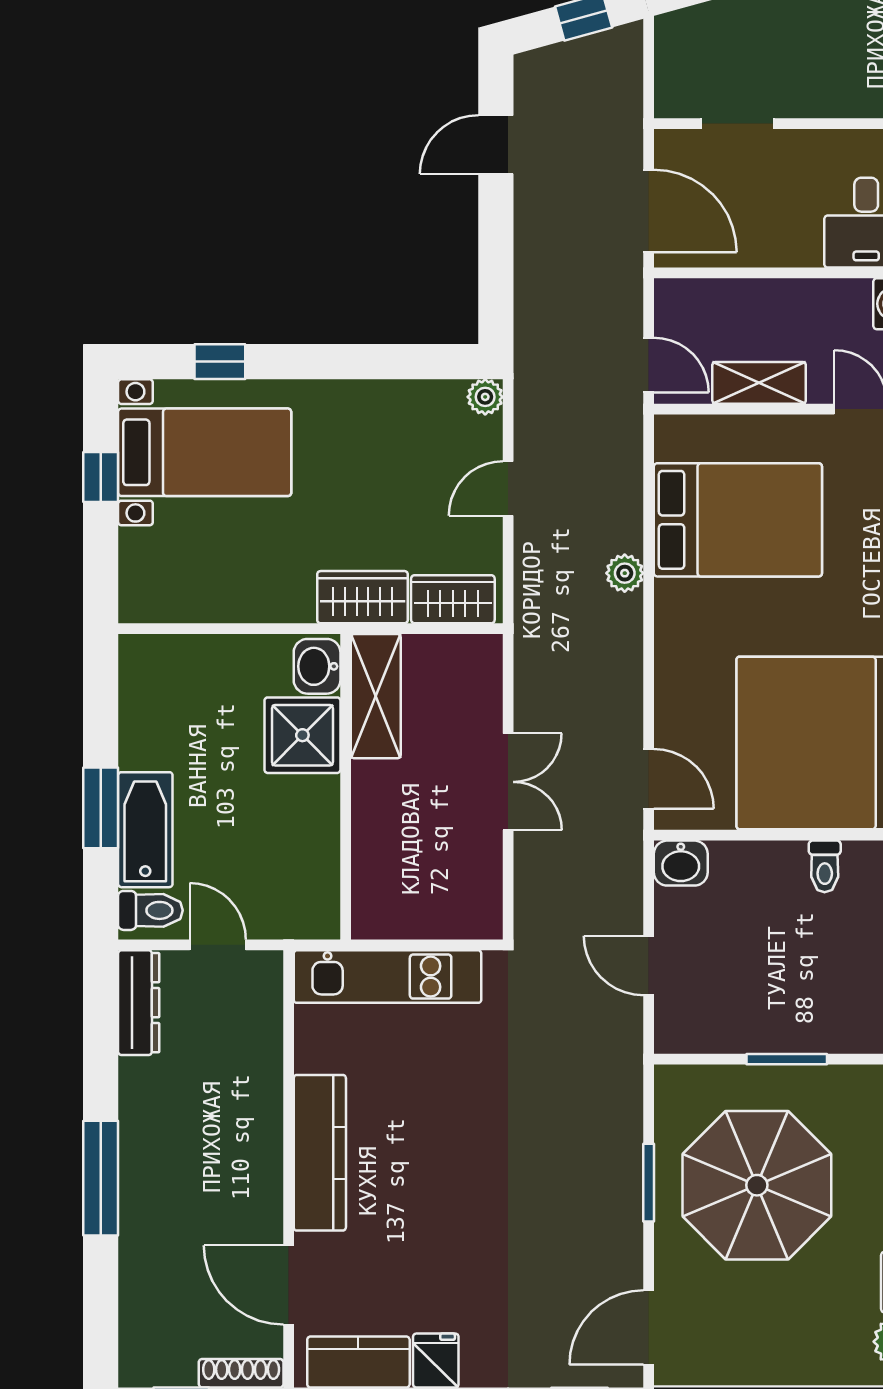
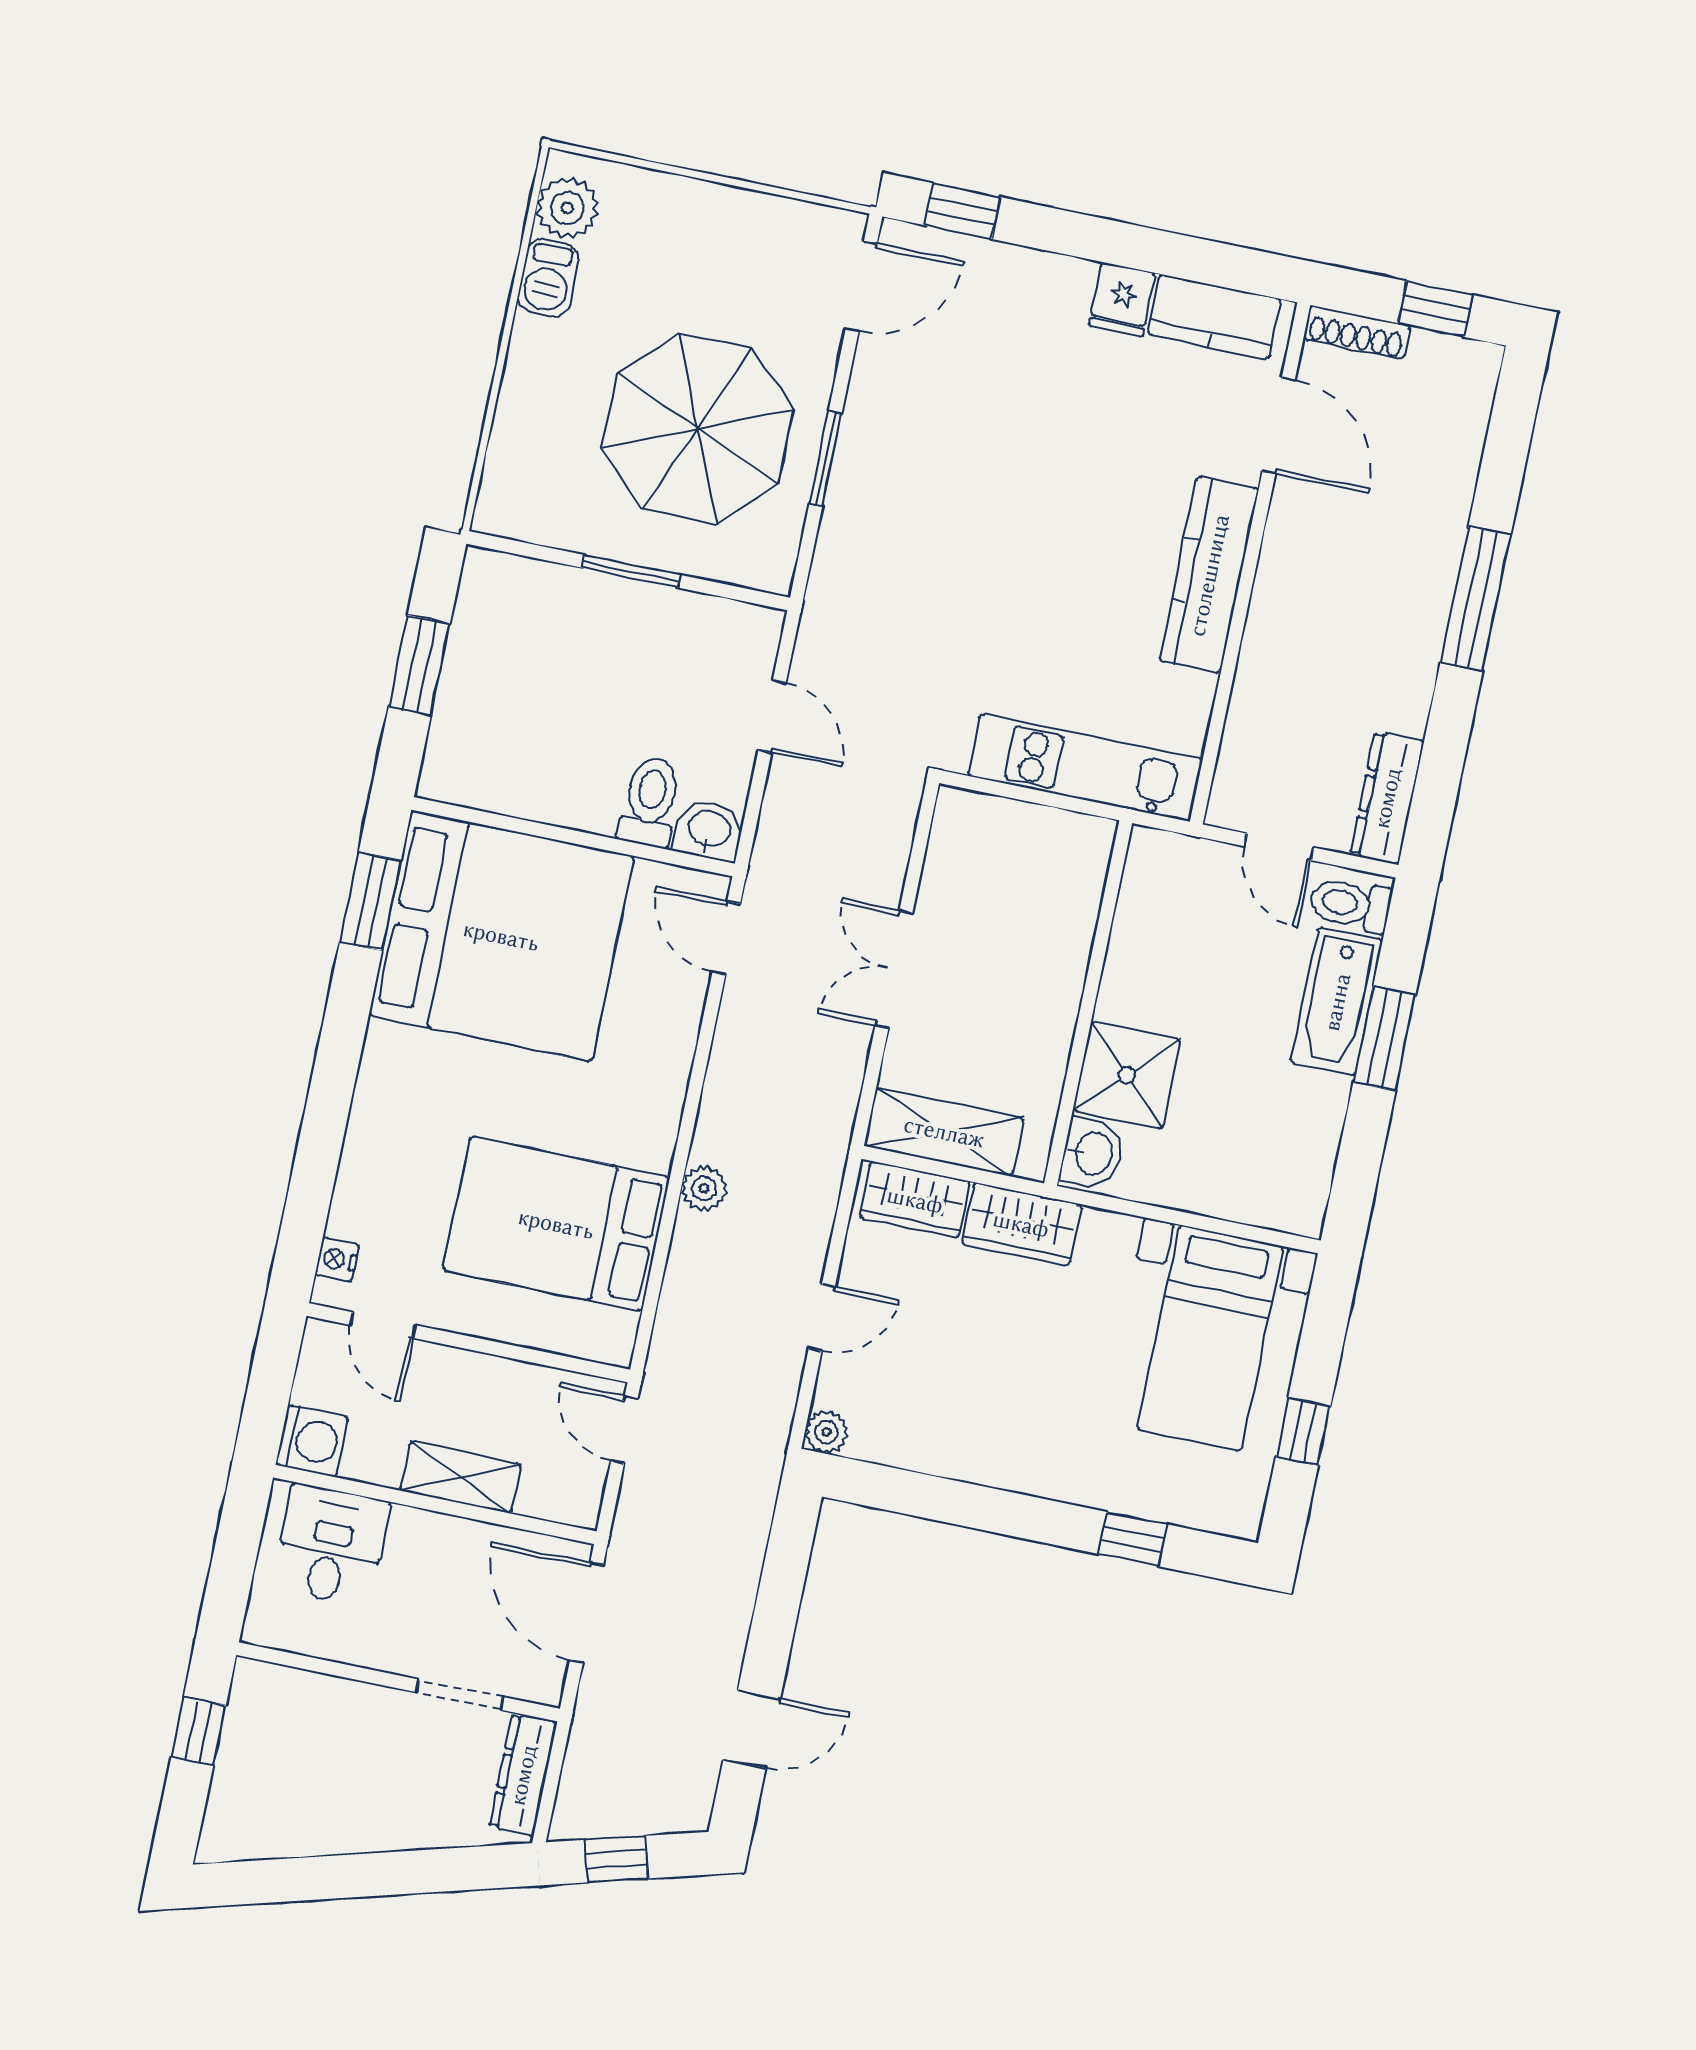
dresser: (673, 69) -> (523, 1775), added
shelving: (759, 383) -> (461, 1477), moved
bed with nightstands: (205, 452) -> (1210, 1338), moved, turned -90
shelving: (376, 696) -> (944, 1132), moved, turned 90
toilet: (825, 866) -> (650, 802), moved, width x1.37, depth x1.39

